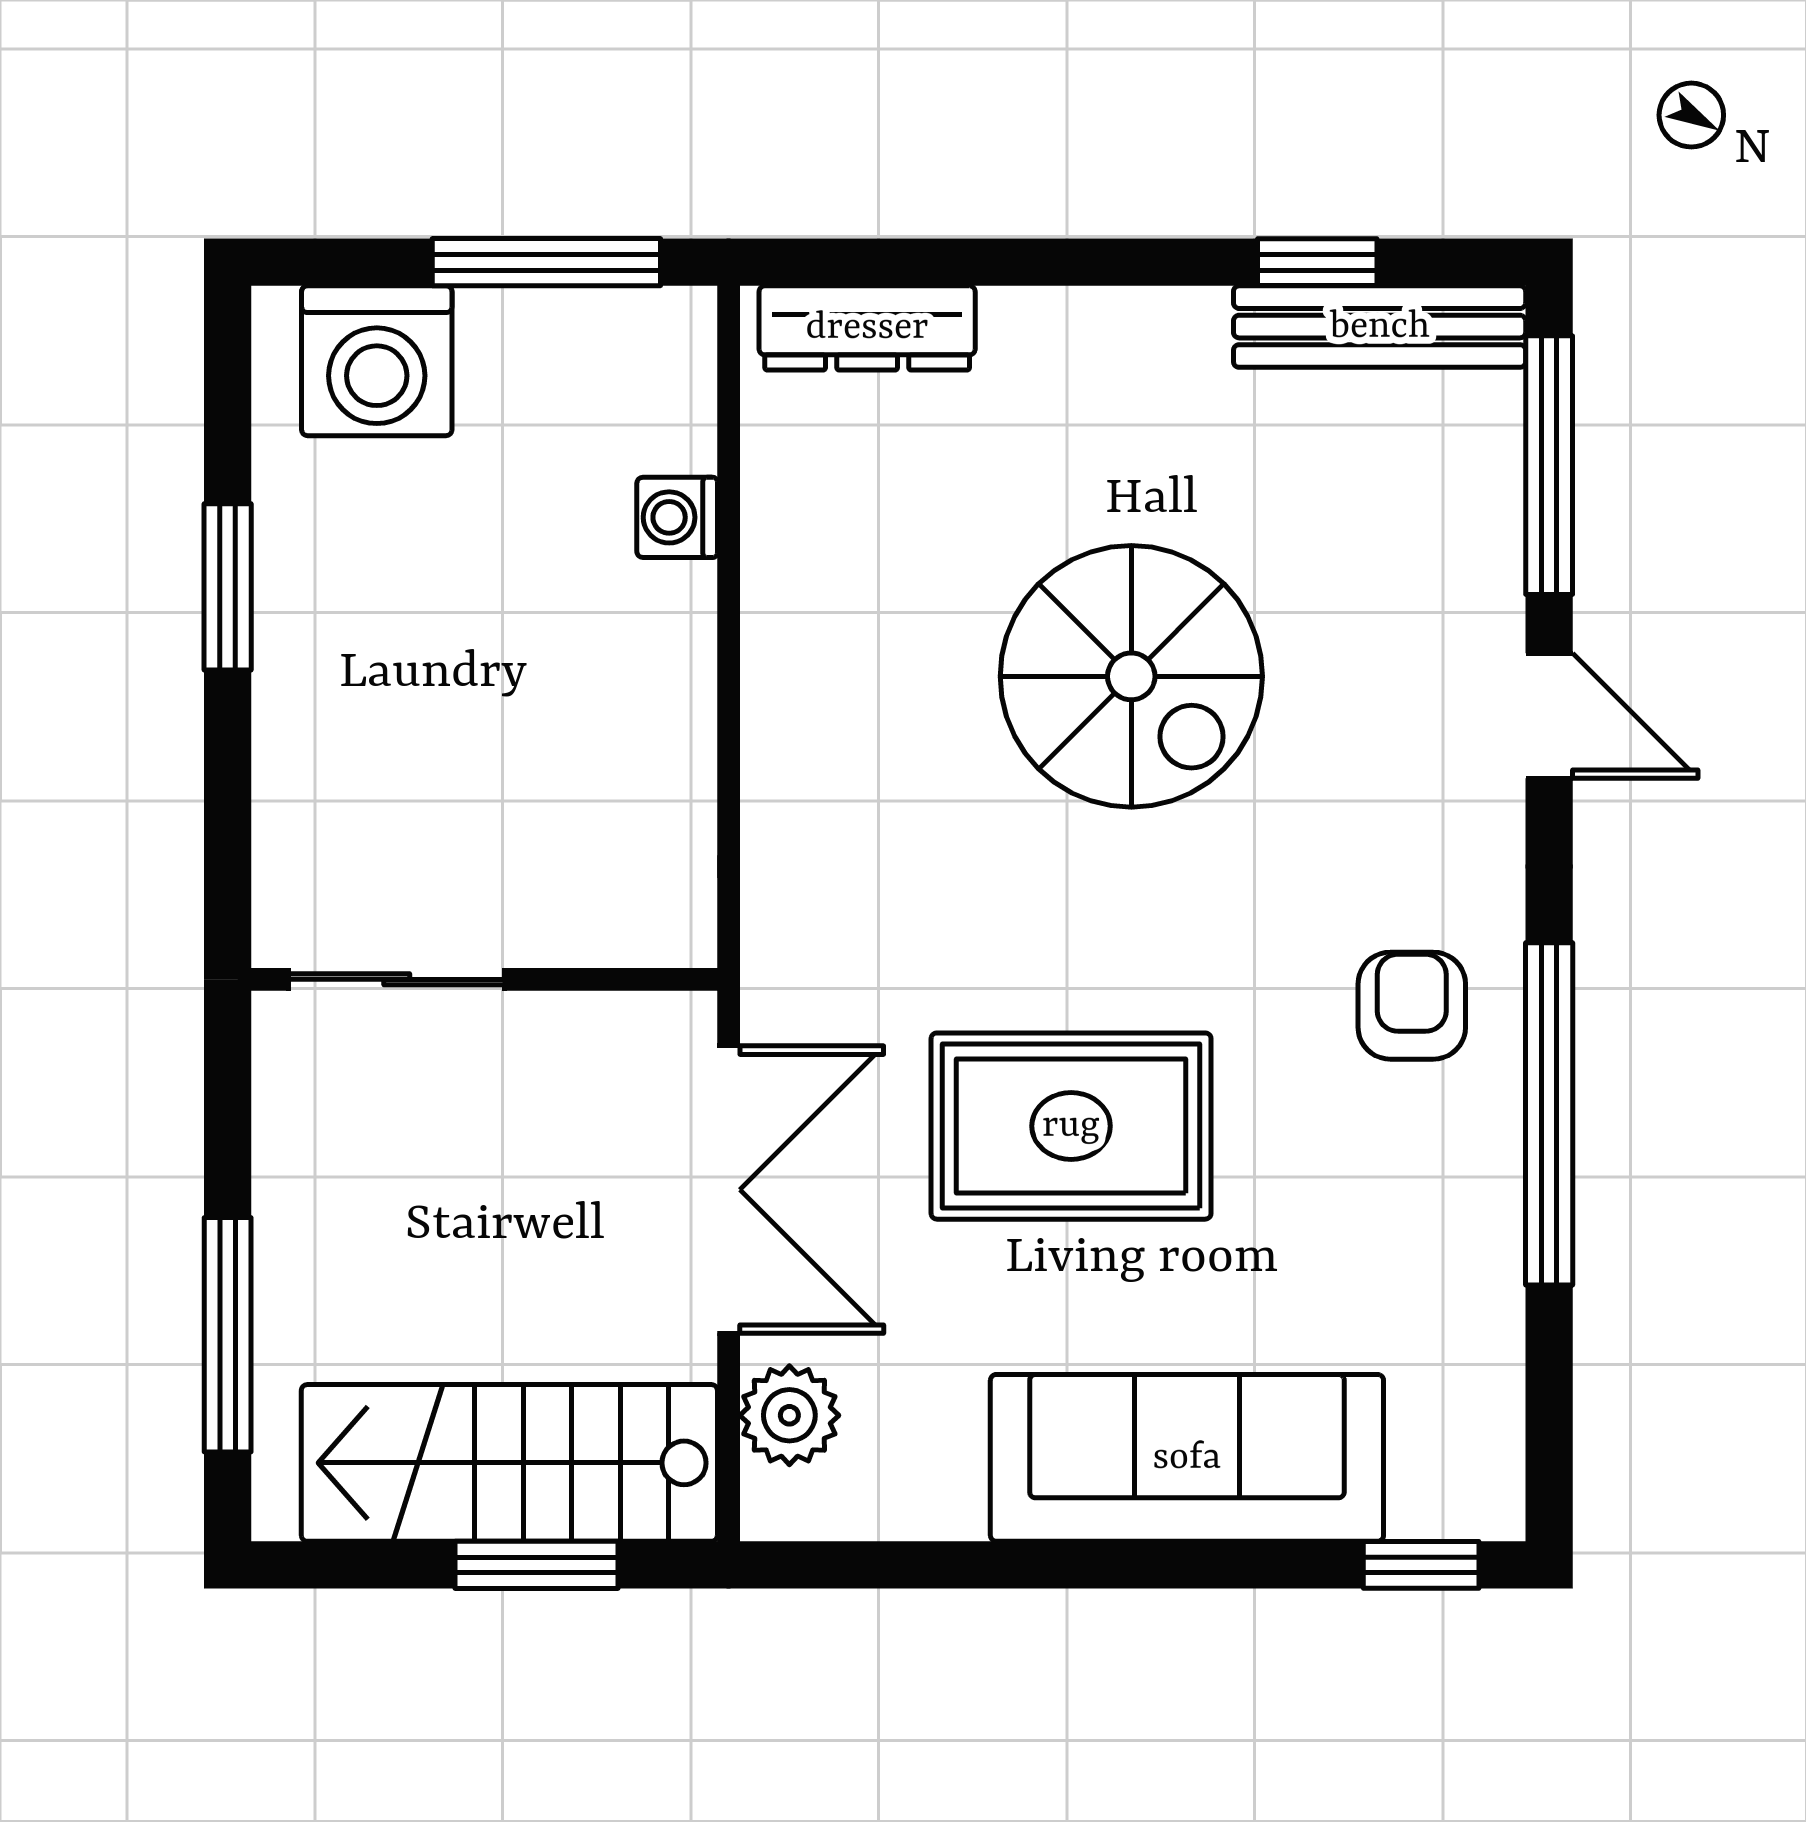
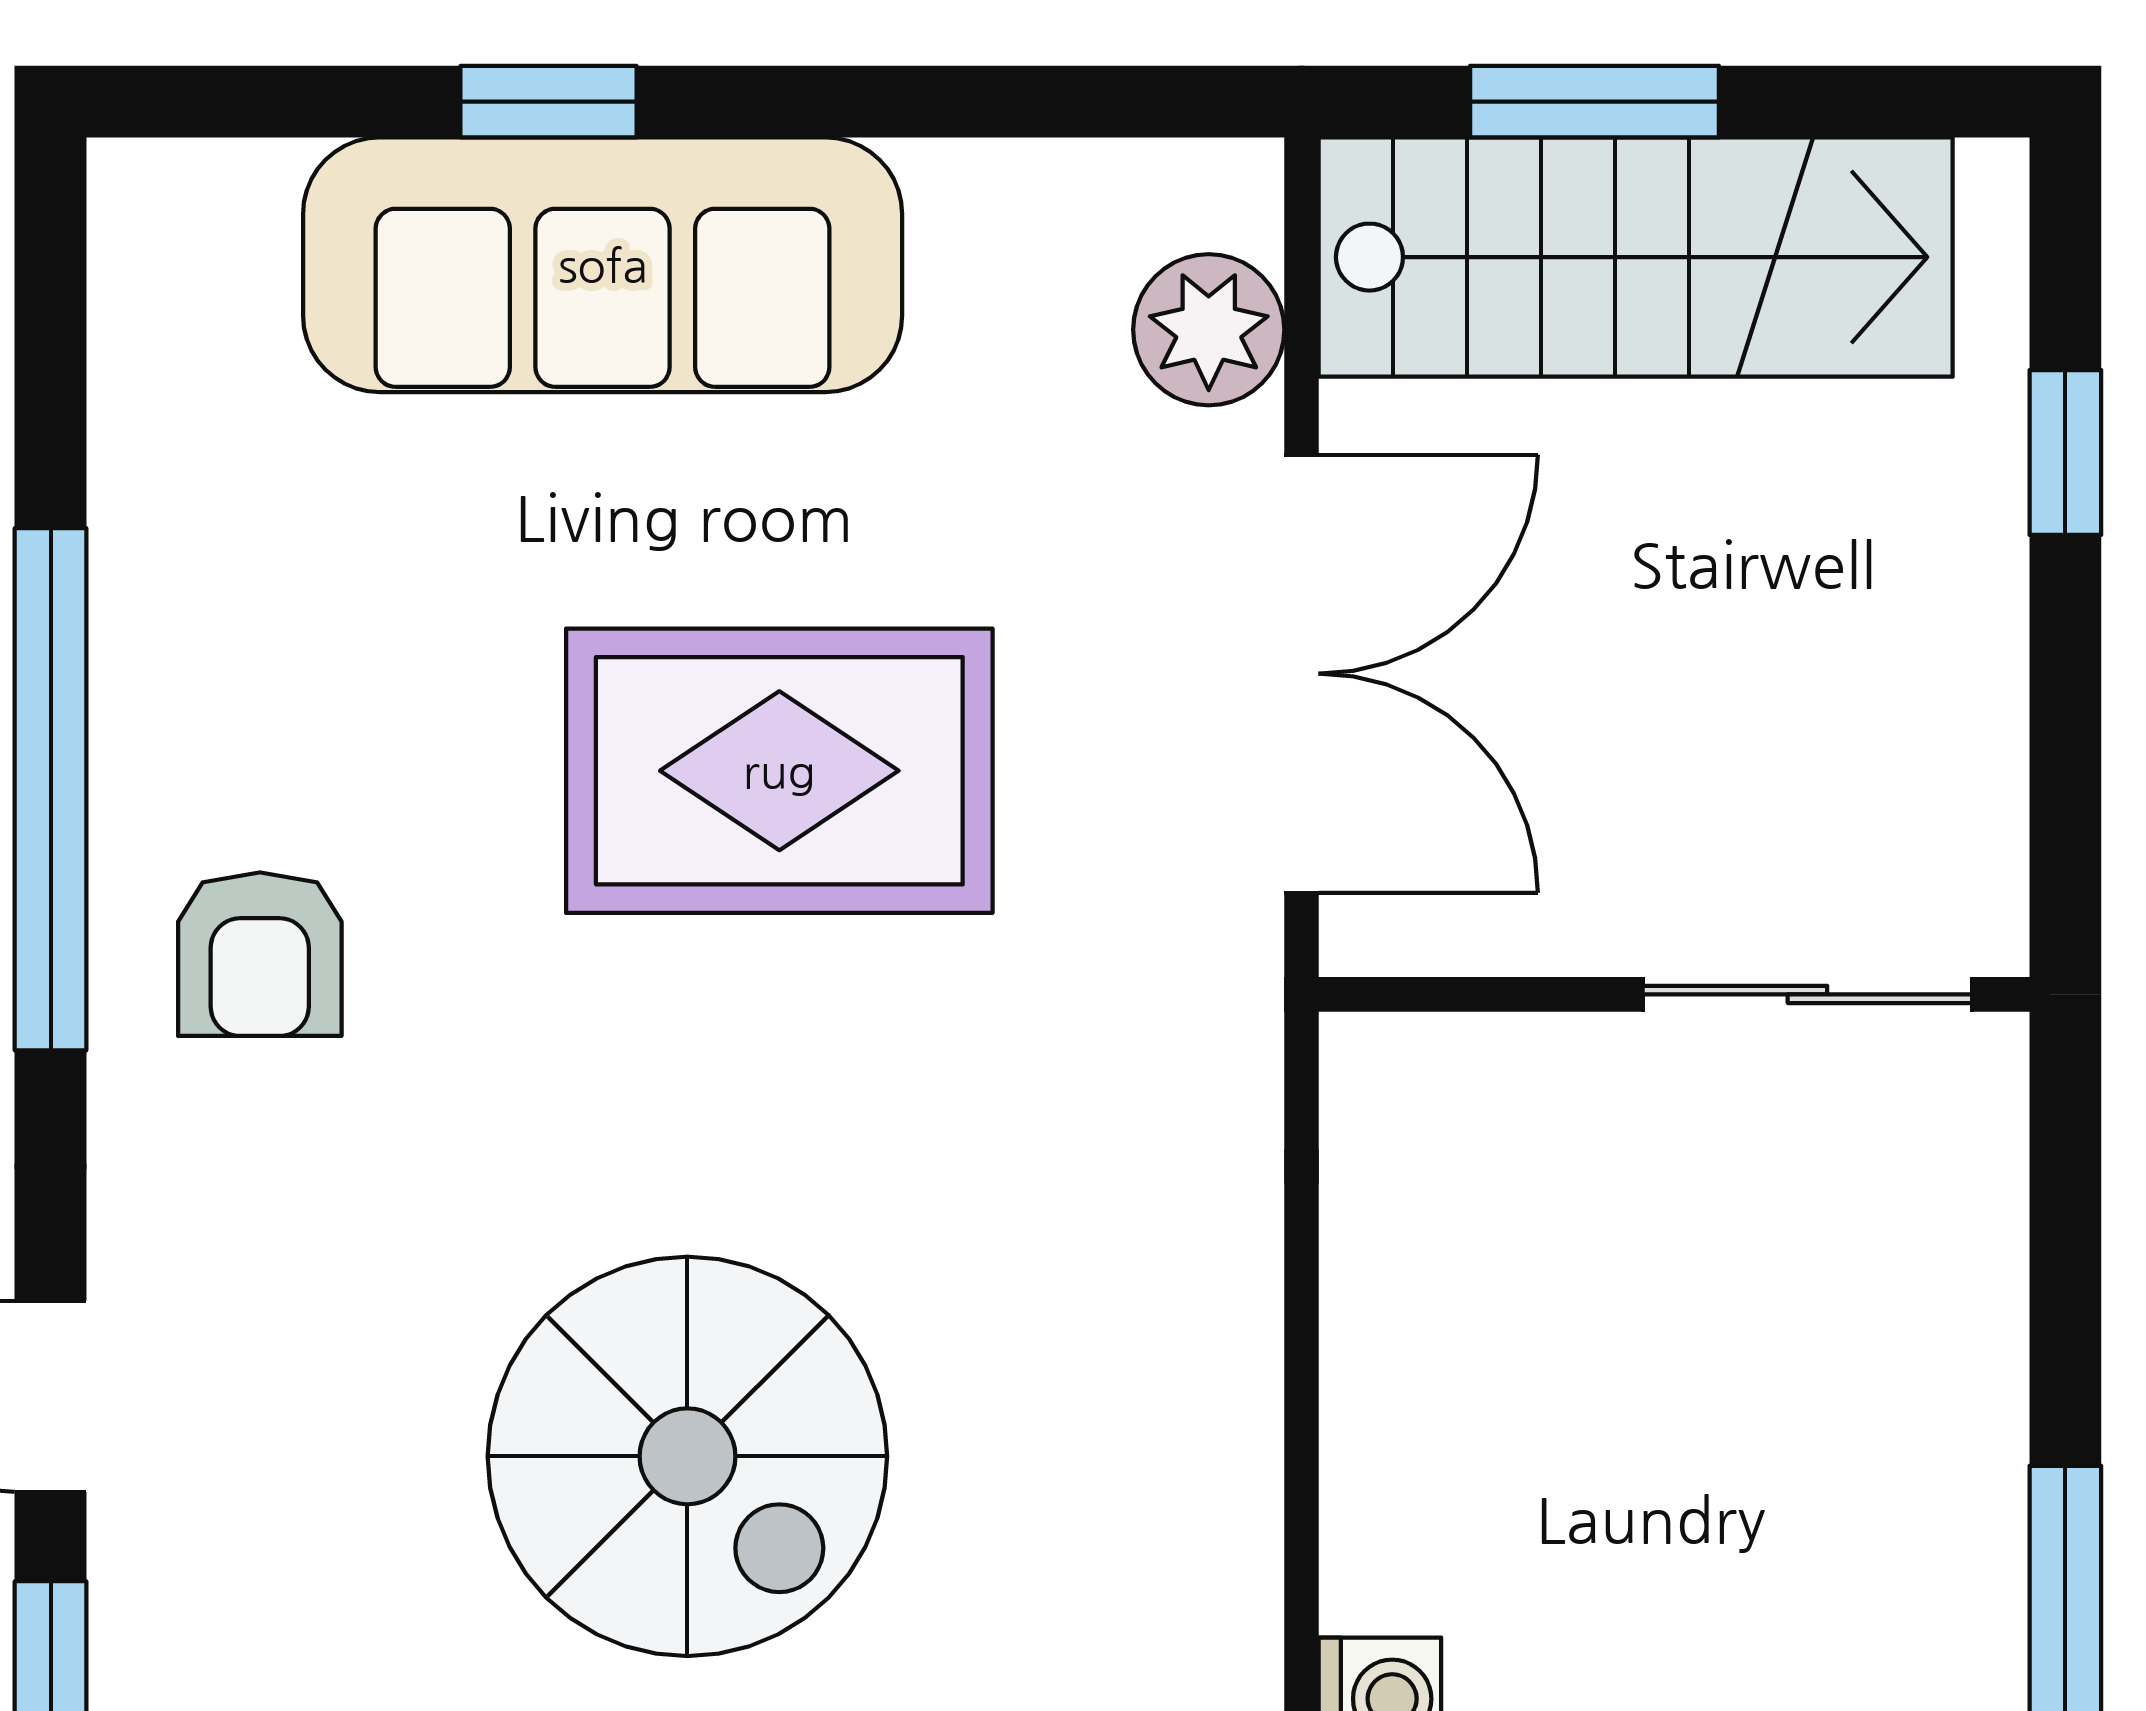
spiral stairs: (1131, 676) -> (687, 1456), turned 180
double door: (729, 1190) -> (1302, 674), swing flipped
window: (228, 1335) -> (2065, 453), width x0.46
window: (1421, 1565) -> (548, 102), moved

